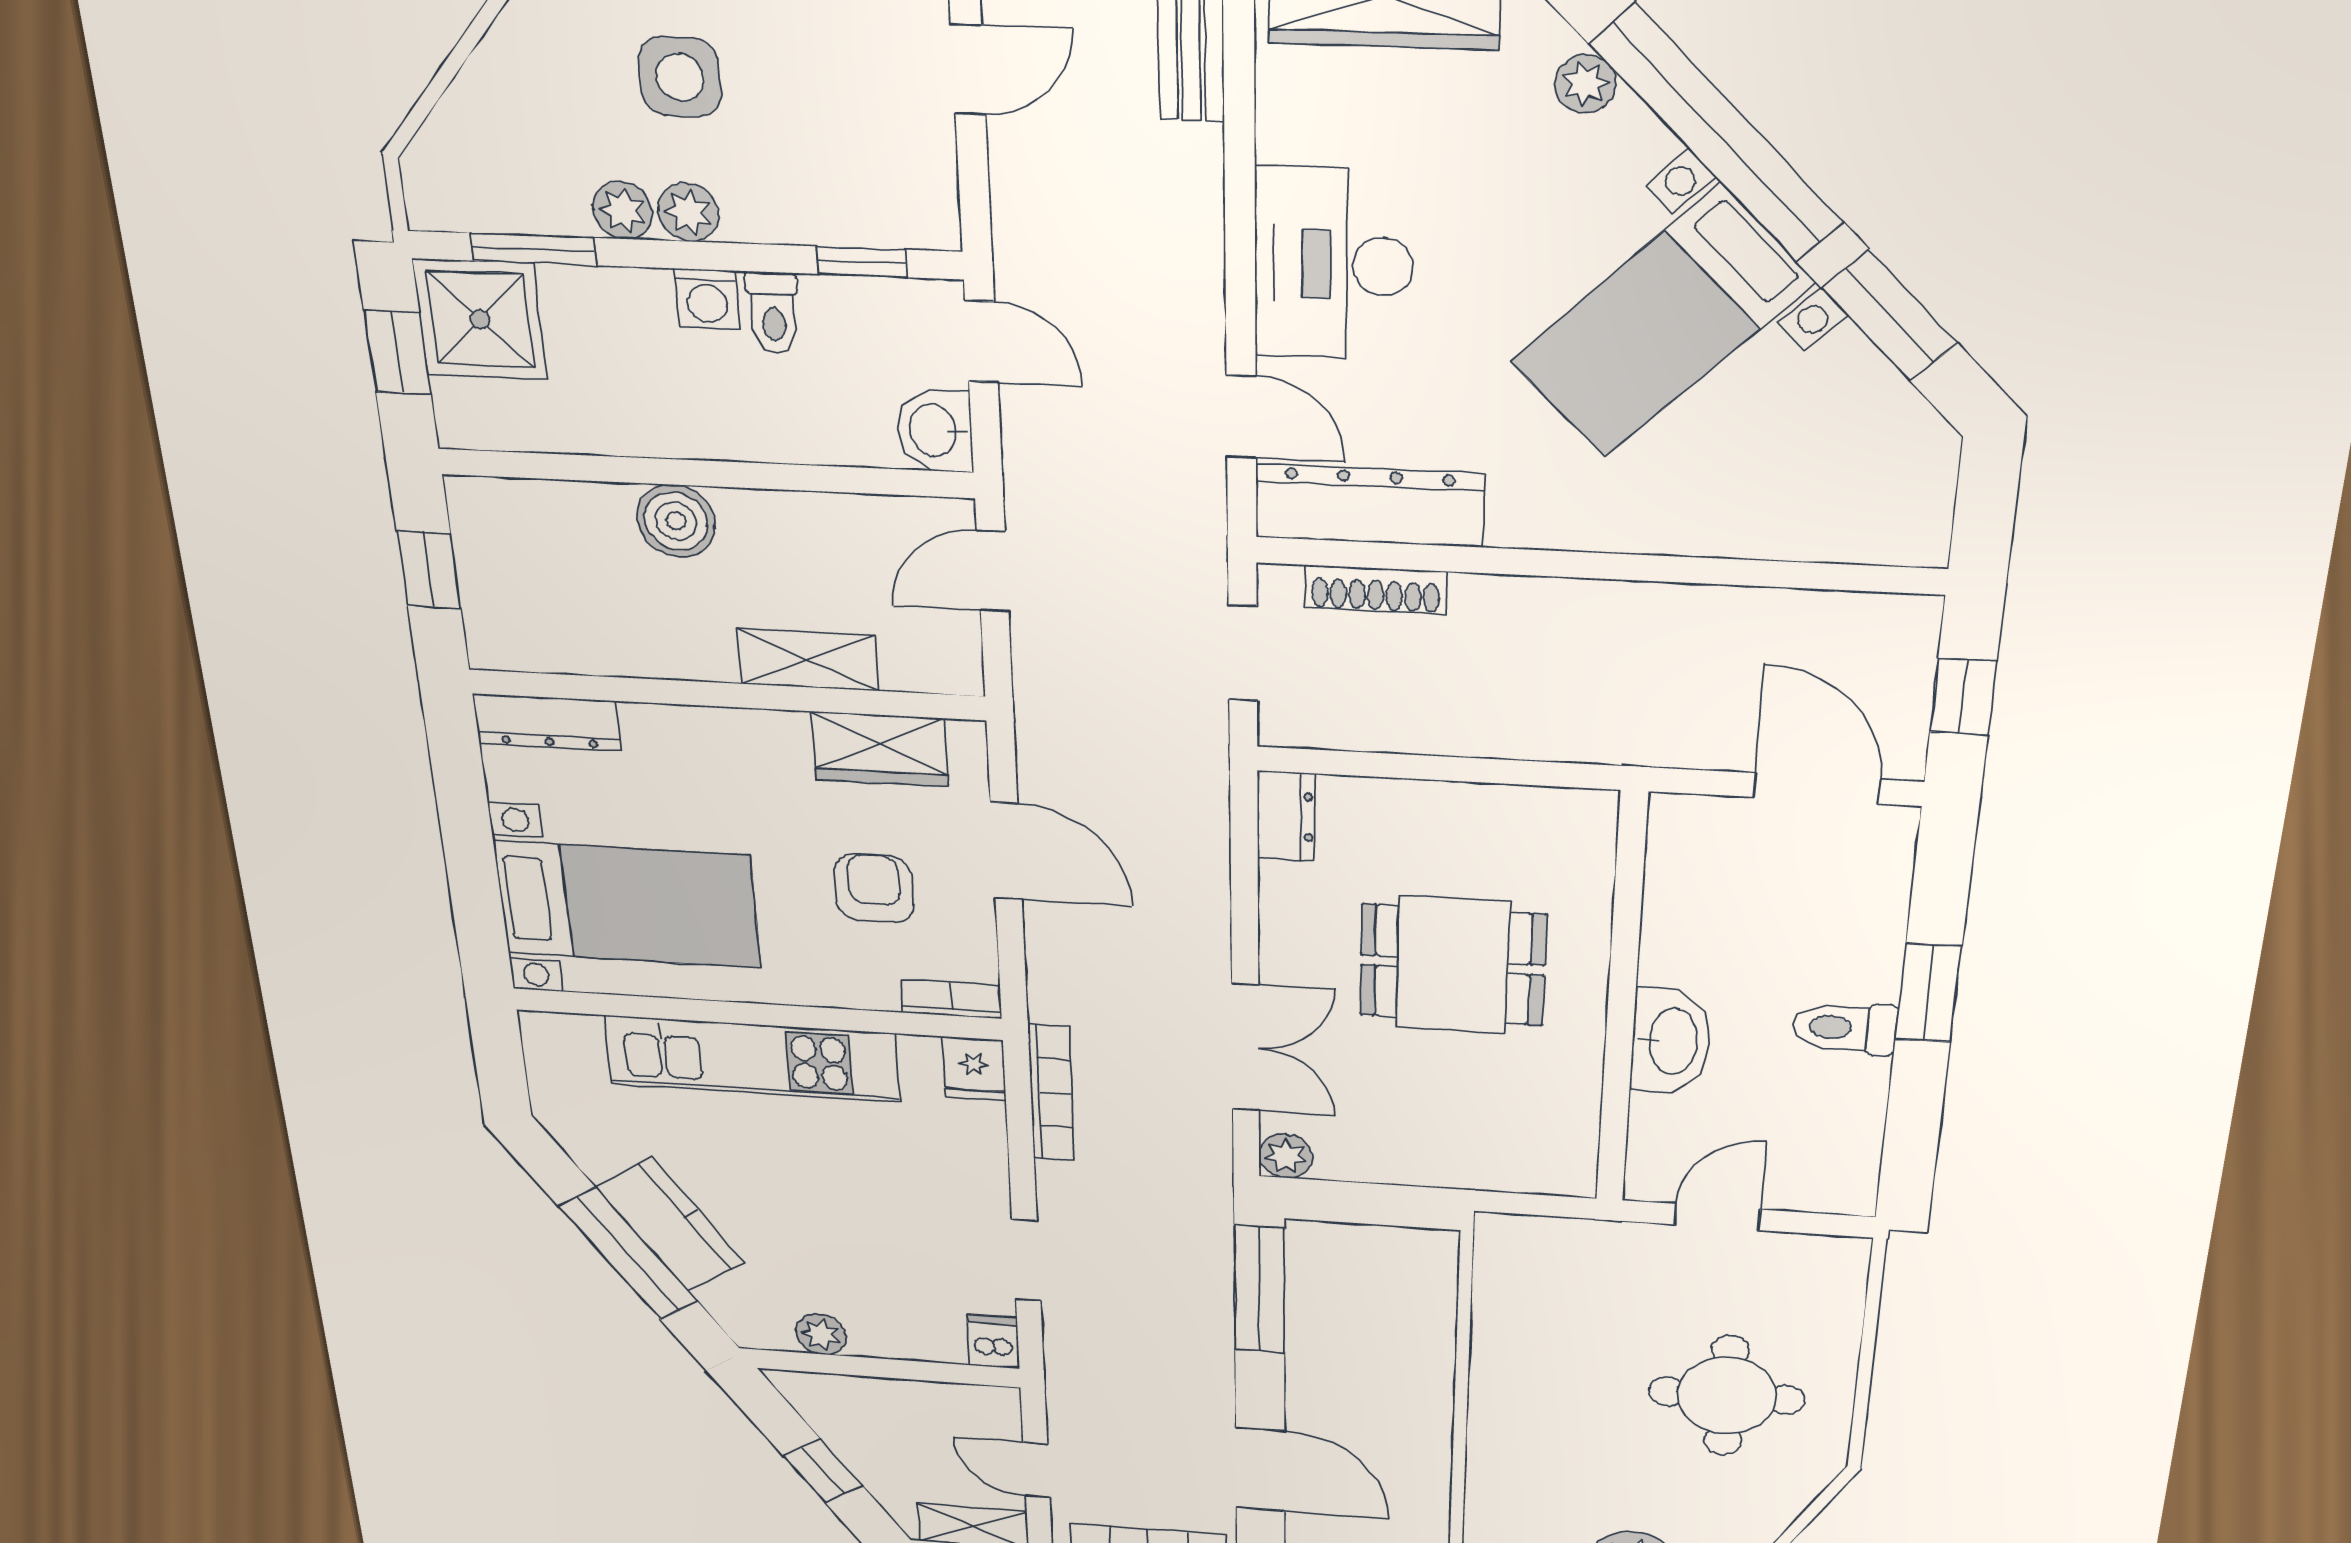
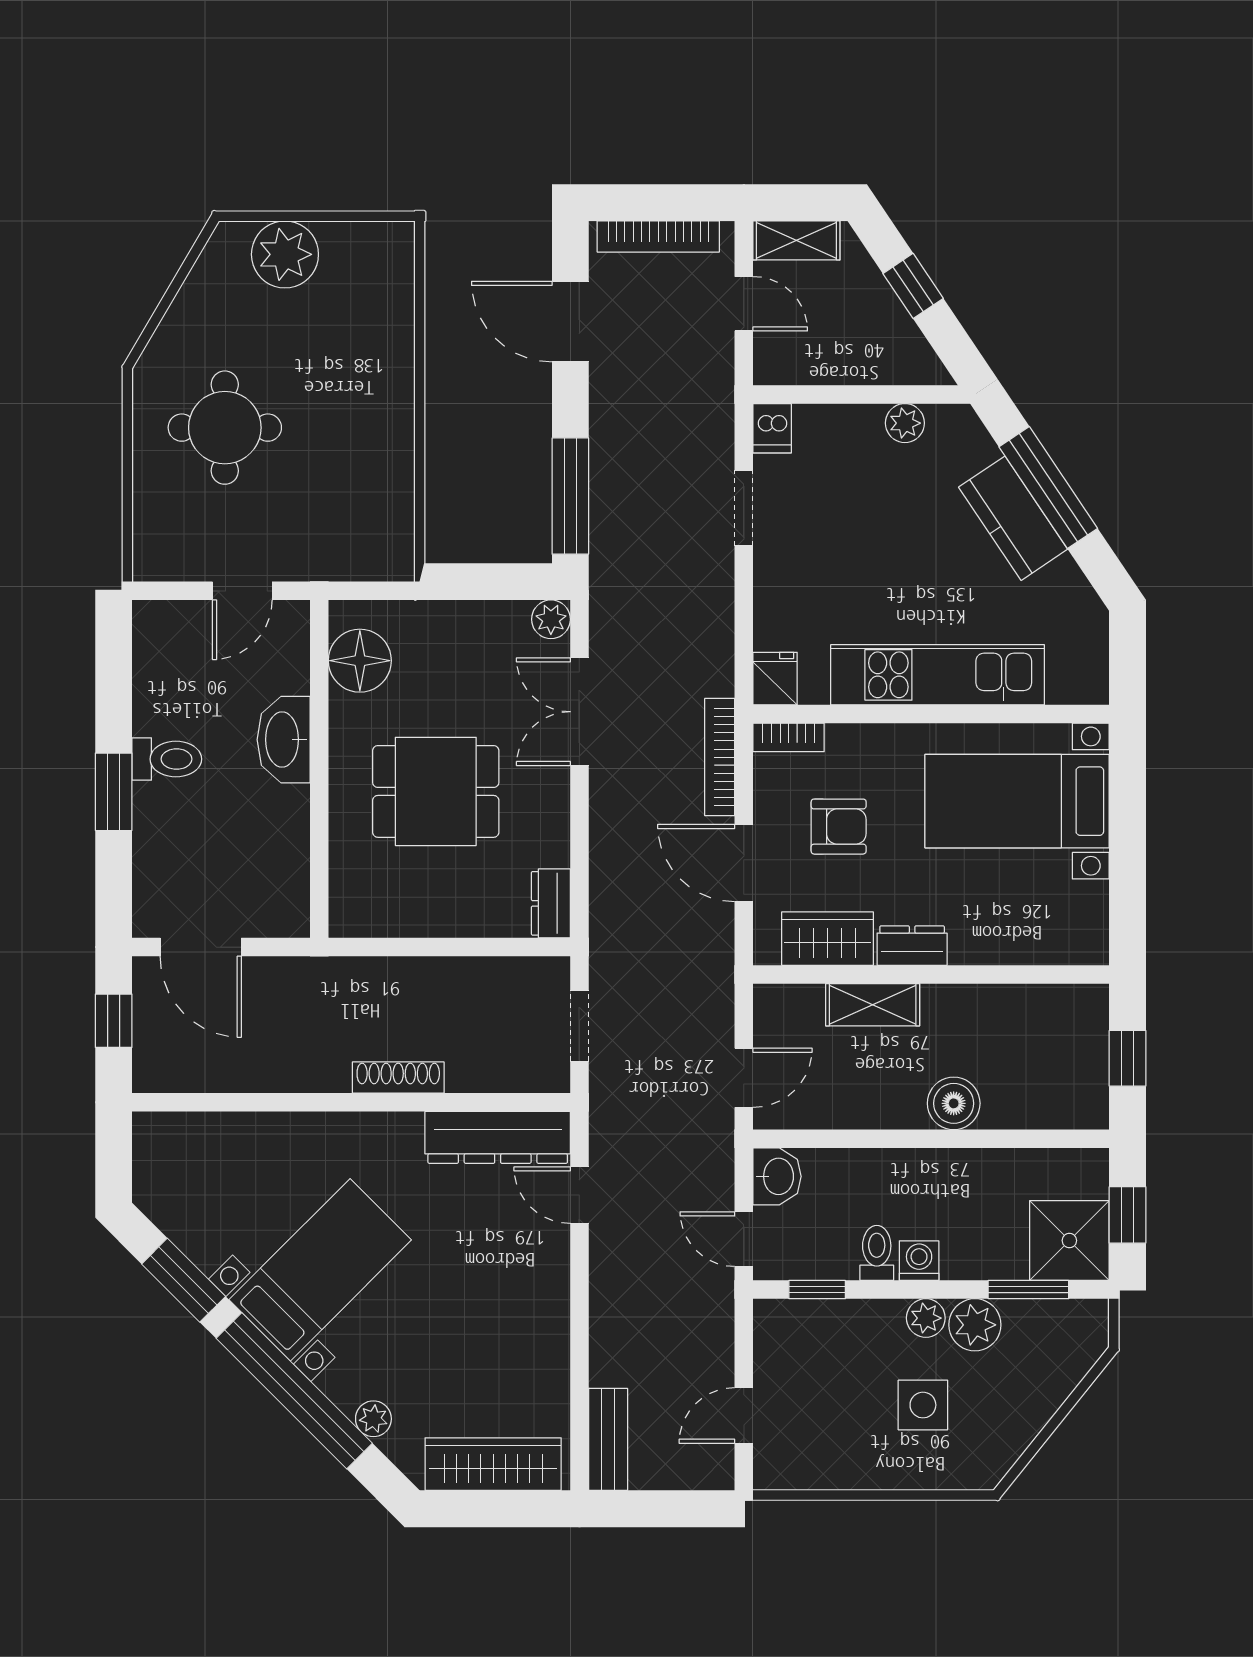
plant: (623, 210) -> (975, 1325), width x1.38, depth x1.38
desk: (1334, 264) -> (522, 1300), removed
shoe rack: (1376, 590) -> (398, 1078), moved
dresser: (547, 722) -> (912, 946), moved, width x0.70
armchair: (874, 888) -> (839, 827), turned -90
bookcase: (1051, 1093) -> (720, 757), moved
floor lamp: (1556, 1127) -> (360, 661), added

